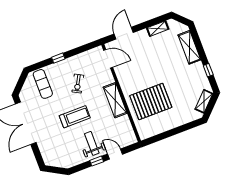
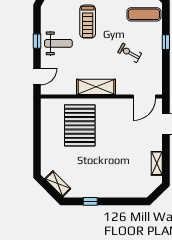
shelving: (189, 47) -> (123, 190), removed
treadmill: (75, 117) -> (88, 22), moved
door: (115, 154) -> (37, 77), moved

